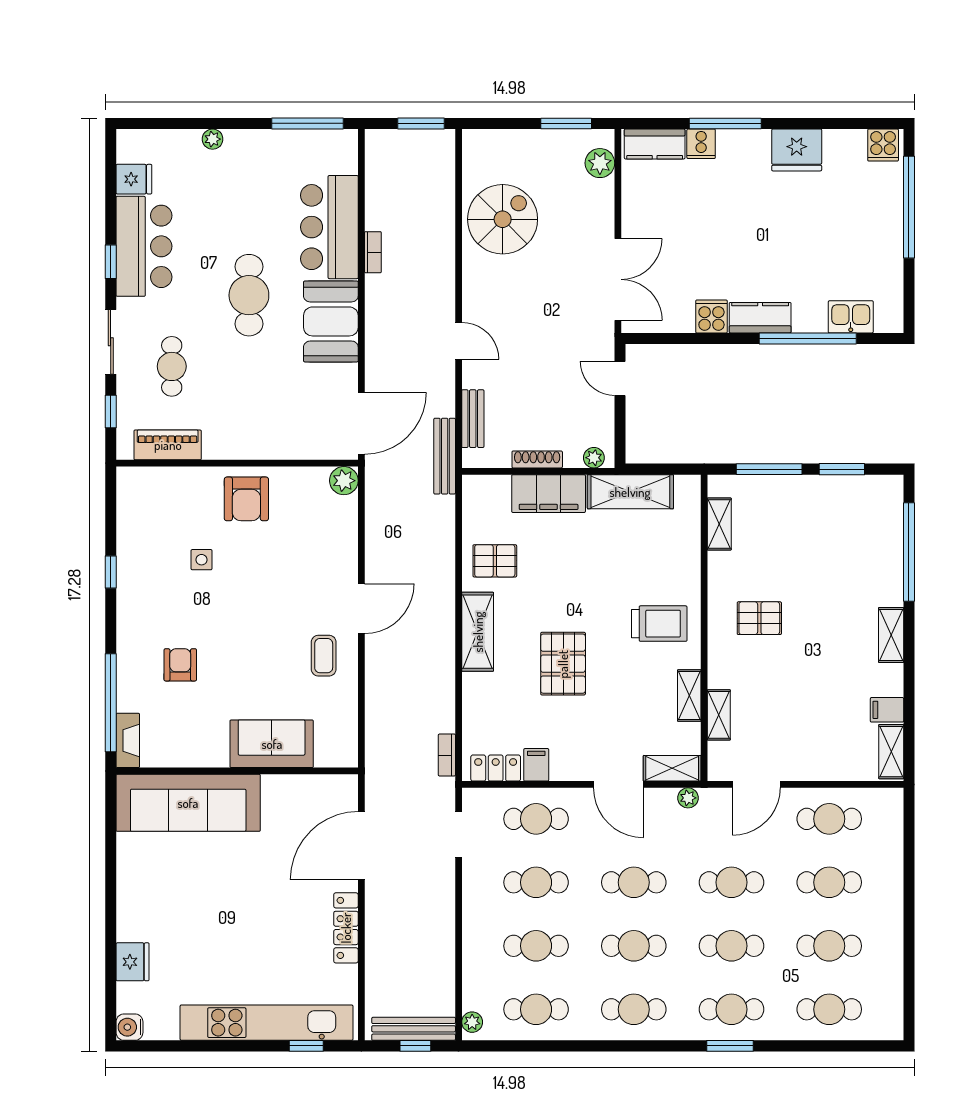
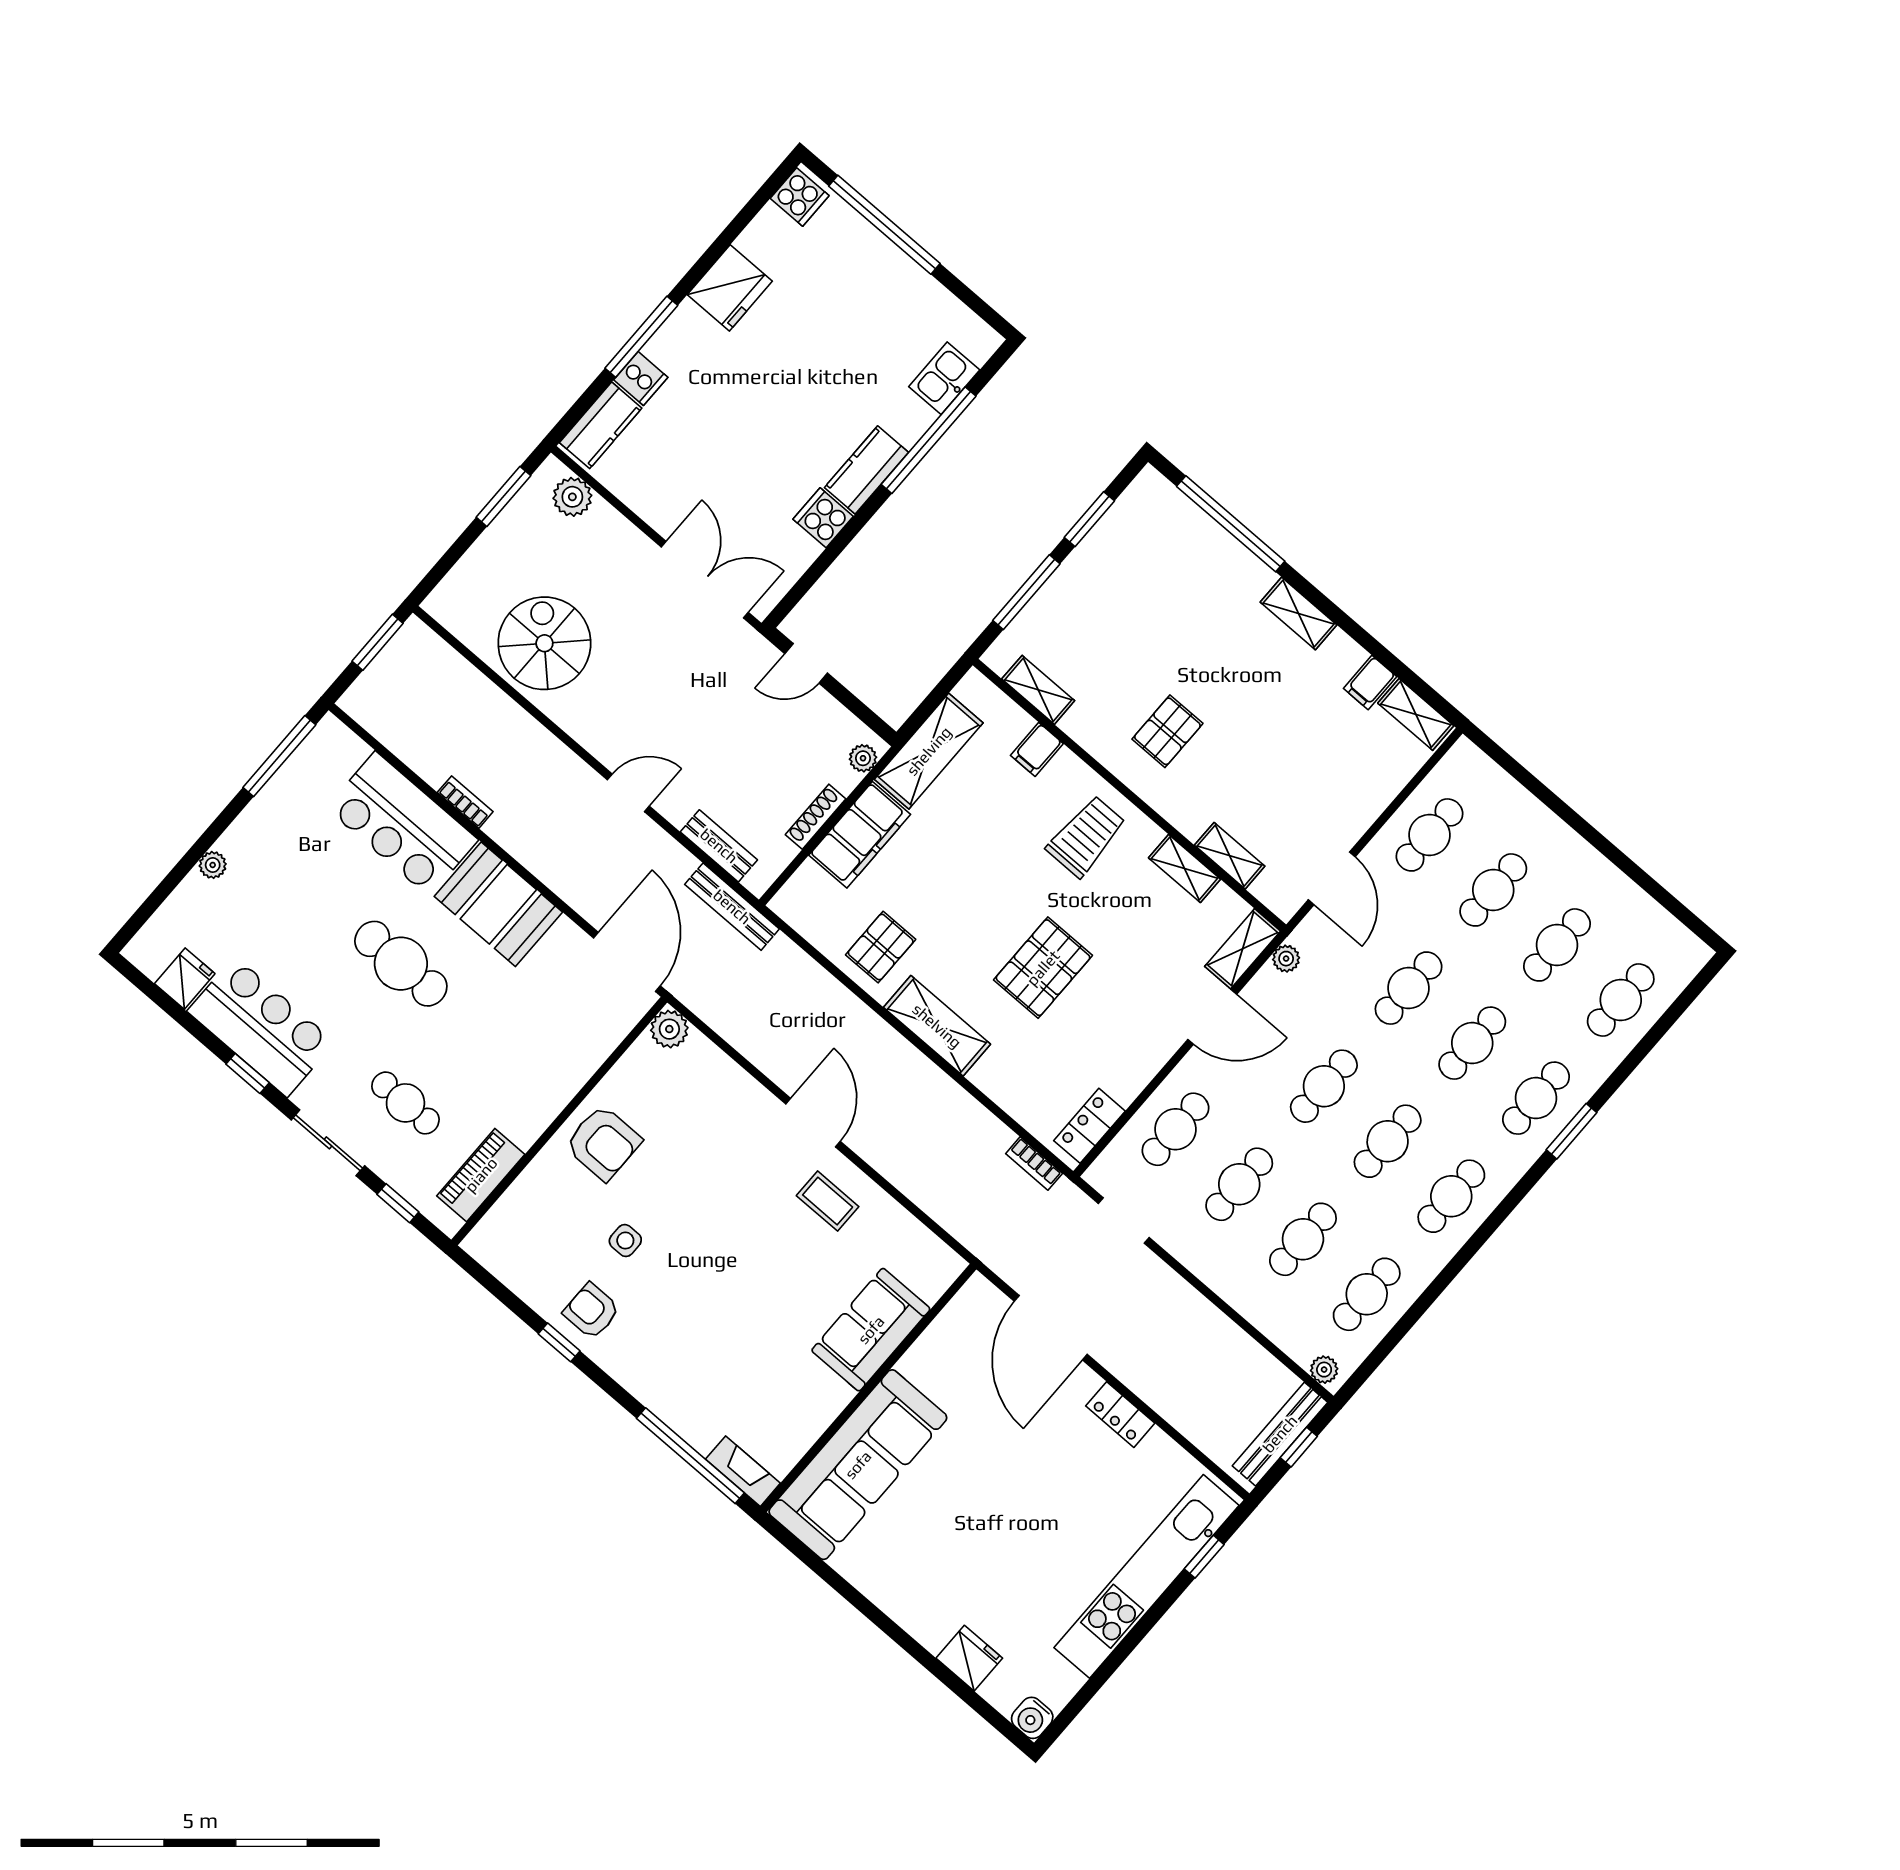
pallet: (563, 664) -> (1043, 968), turned 90
armchair: (180, 665) -> (592, 1311), moved
filing cabinet: (536, 765) -> (1037, 749), moved, turned -90
locker: (346, 928) -> (1120, 1415), width x0.66

